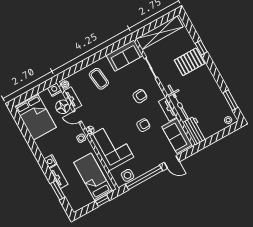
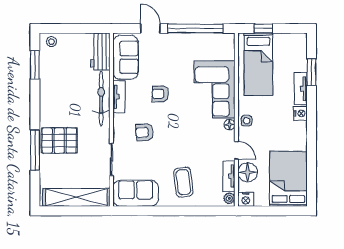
window: (201, 48) -> (35, 150), width x2.17
side table: (128, 175) -> (215, 42), removed

